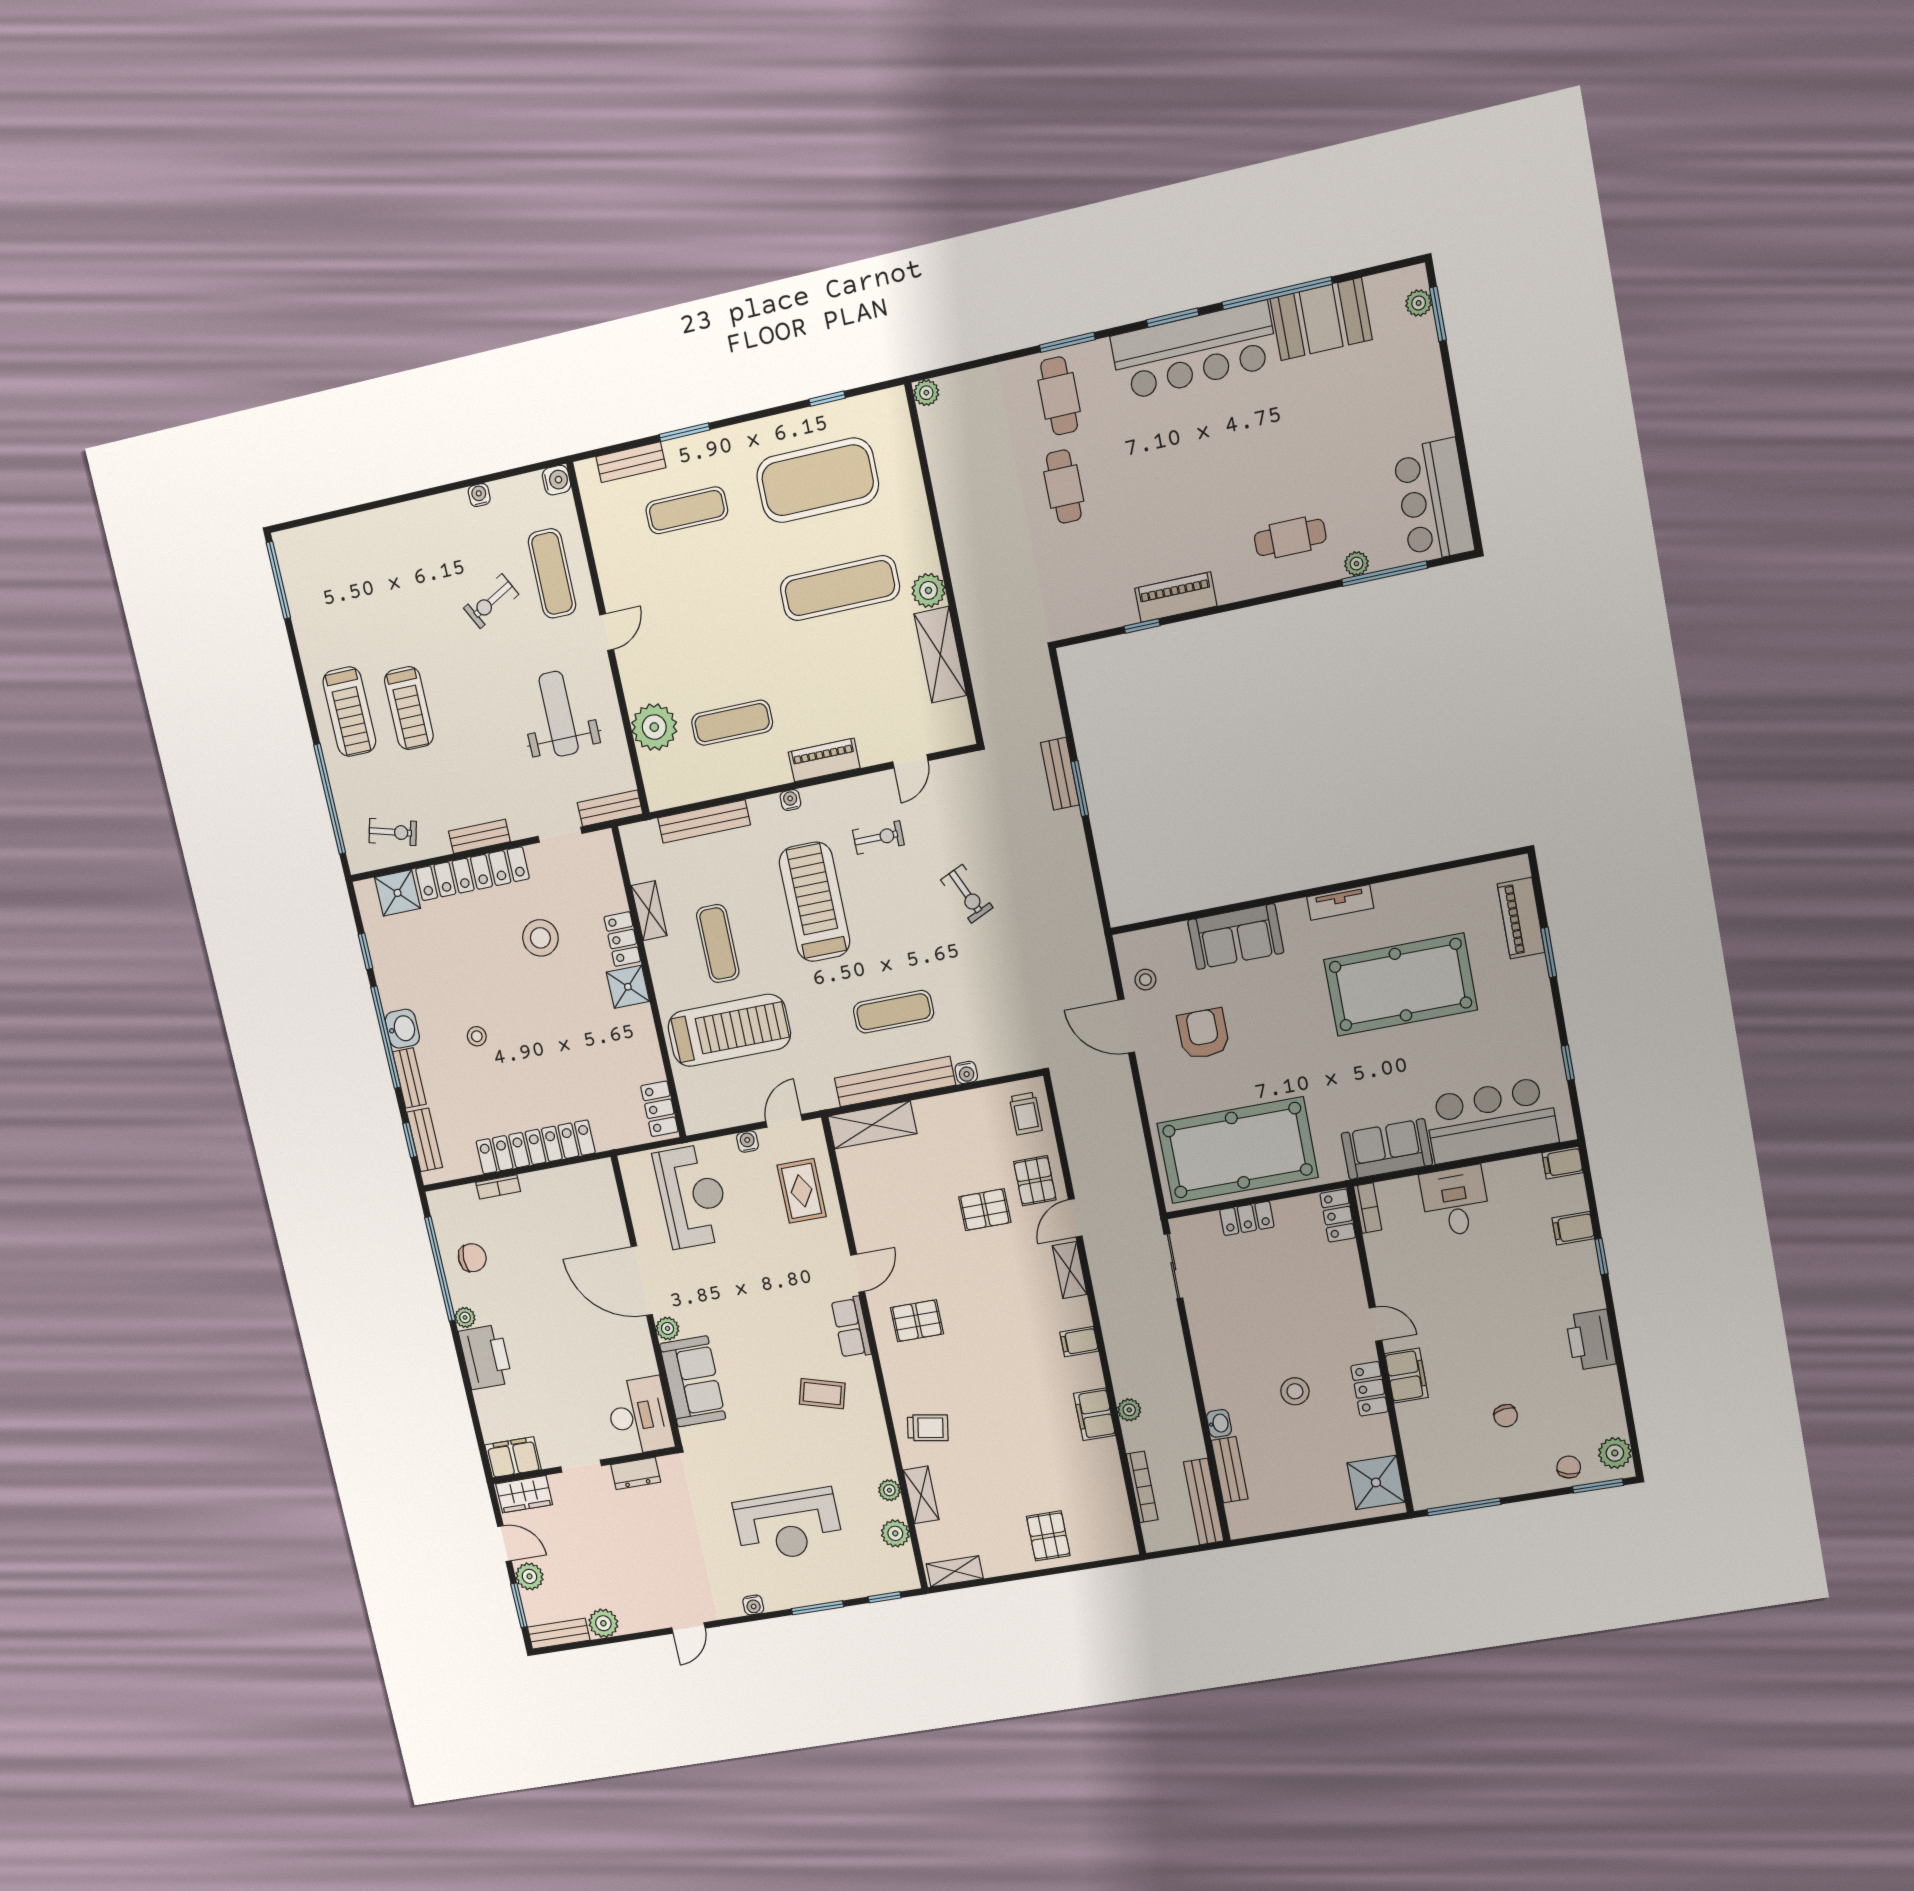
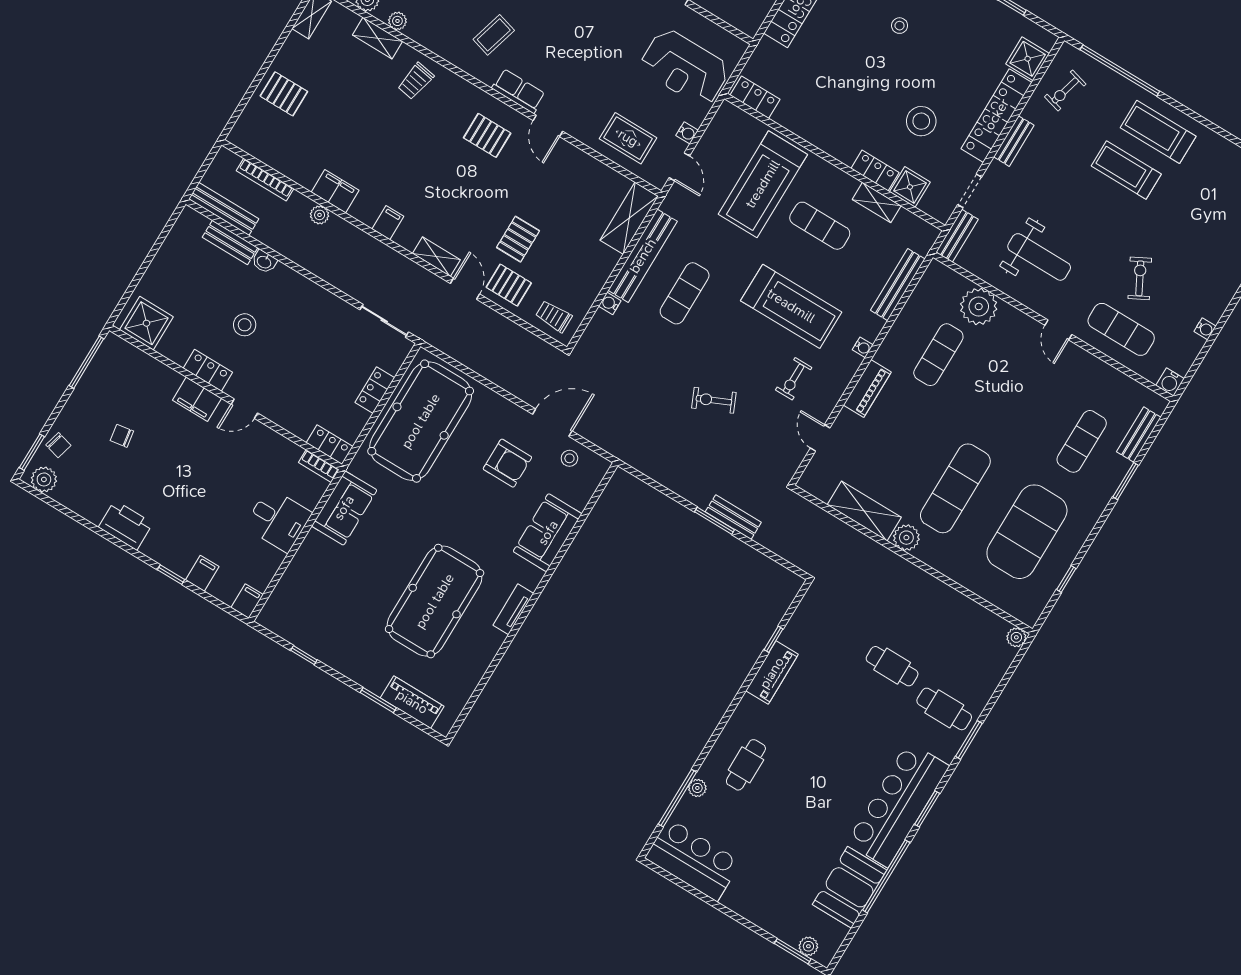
shower: (628, 987) -> (910, 187), moved
bar counter: (1491, 1120) -> (308, 583), removed
pallet: (917, 1321) -> (487, 135), turned 90

